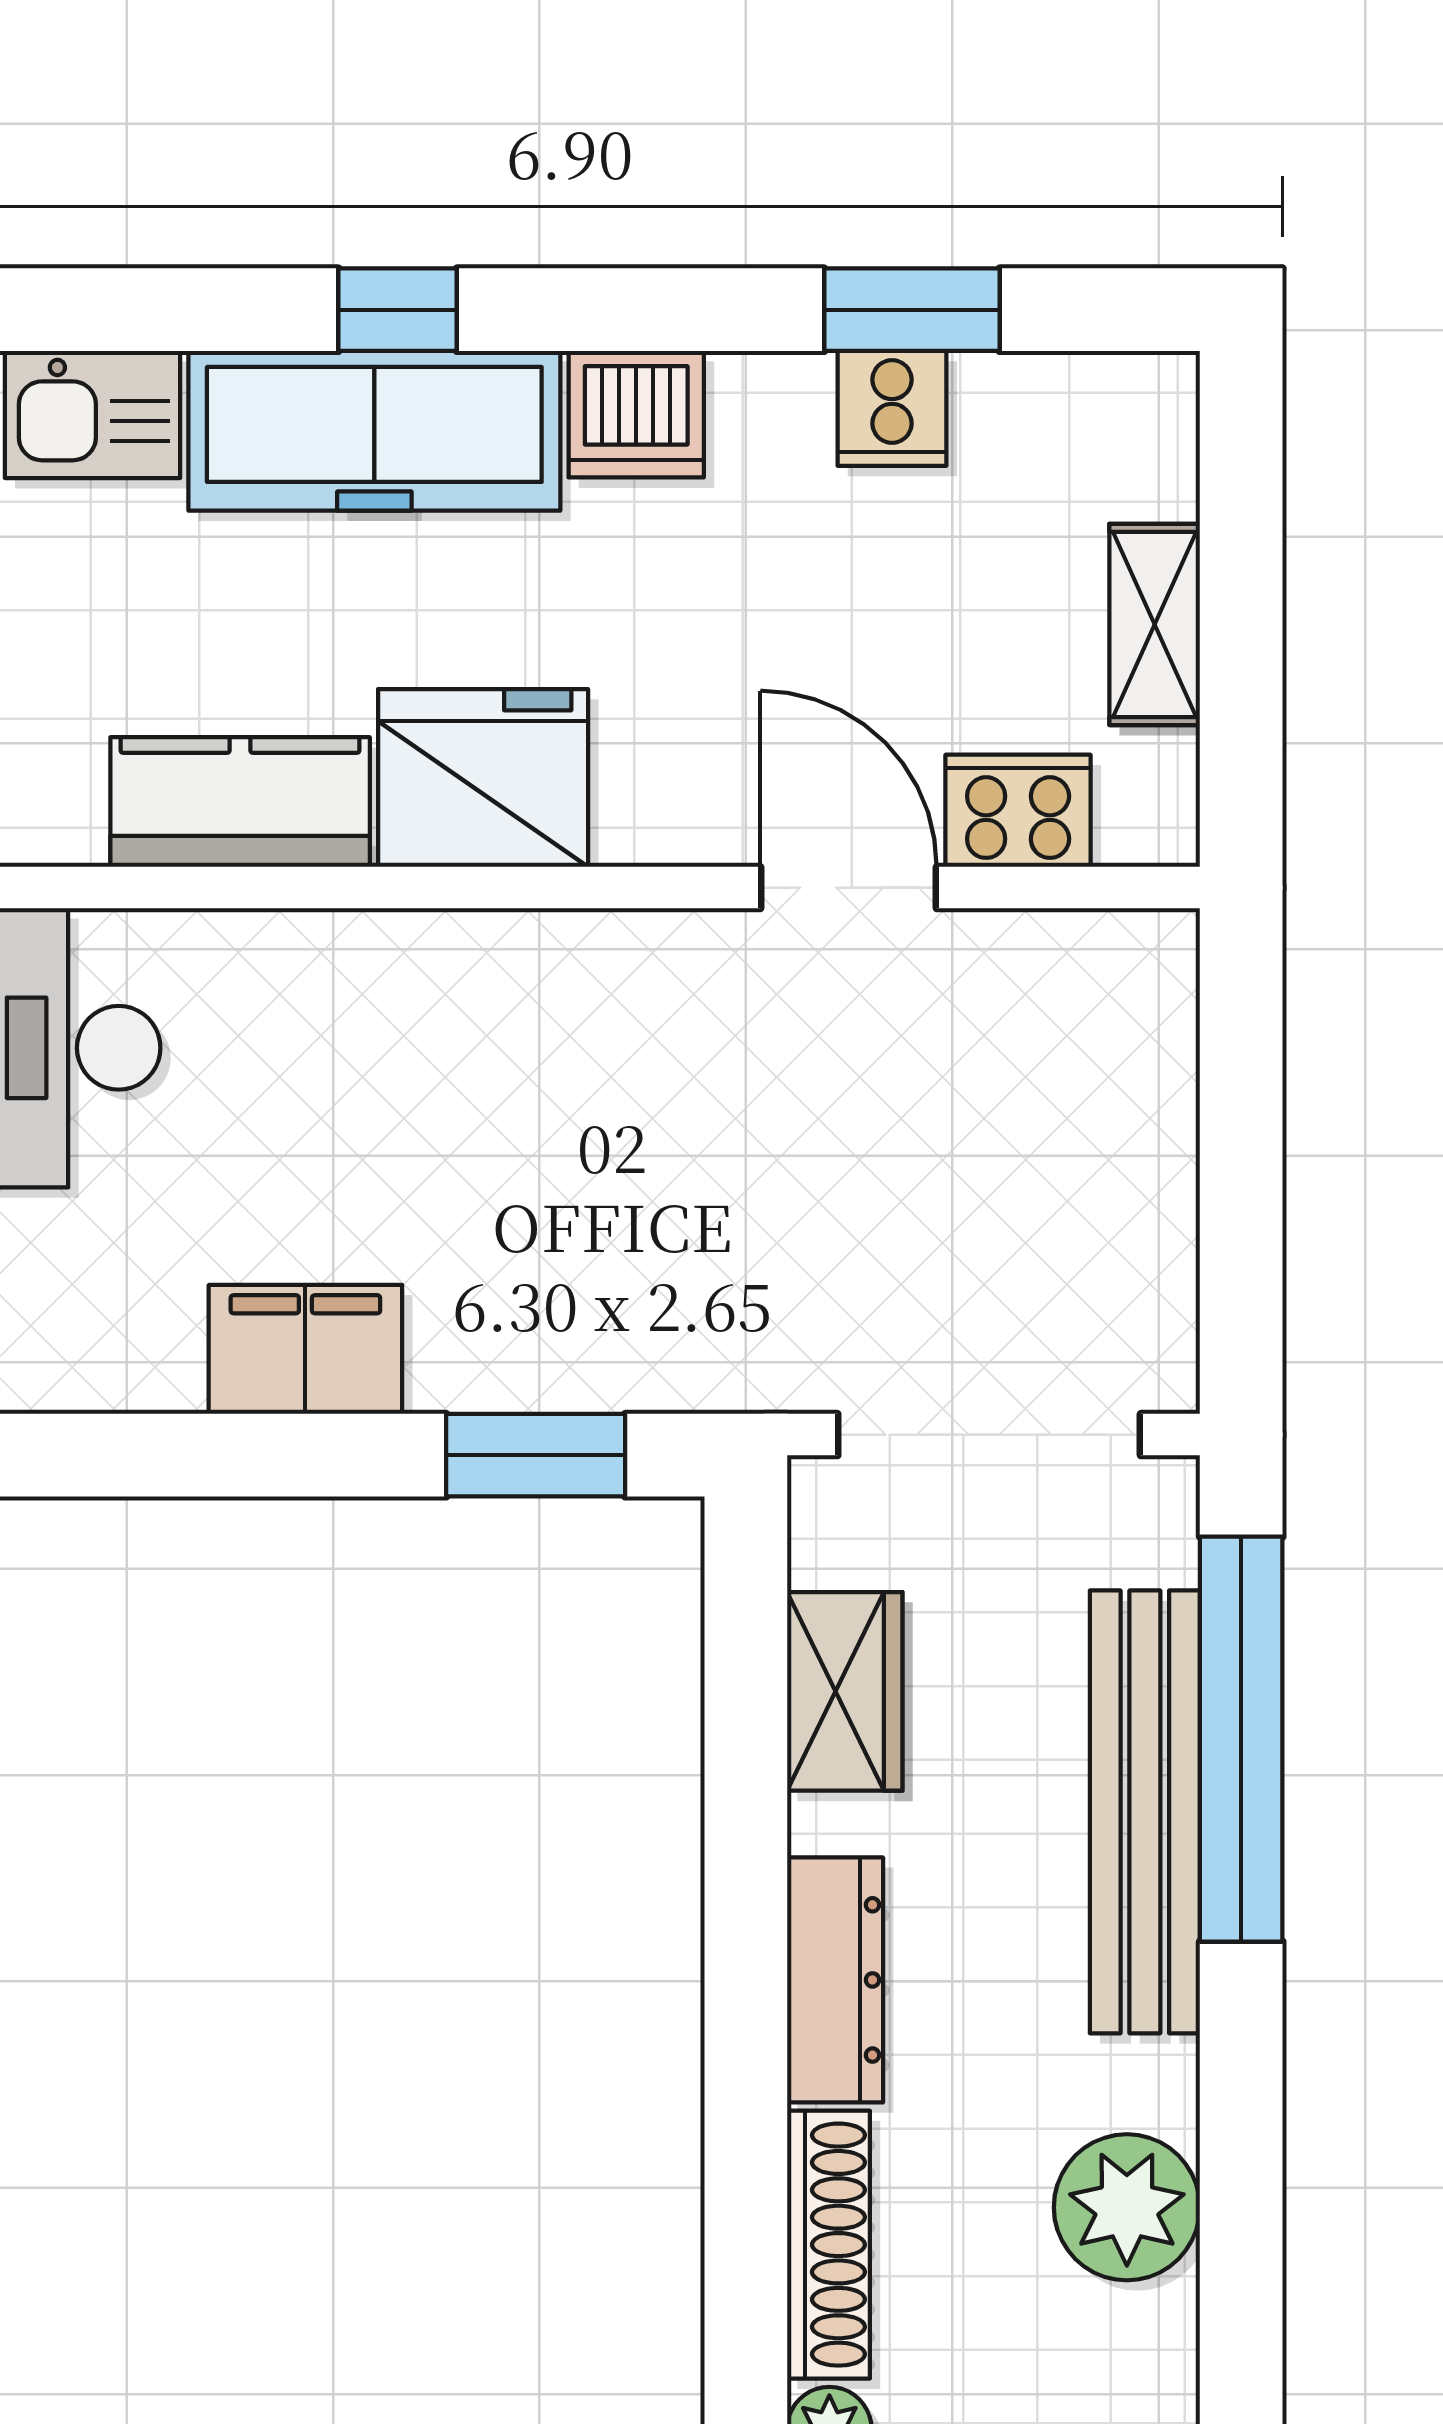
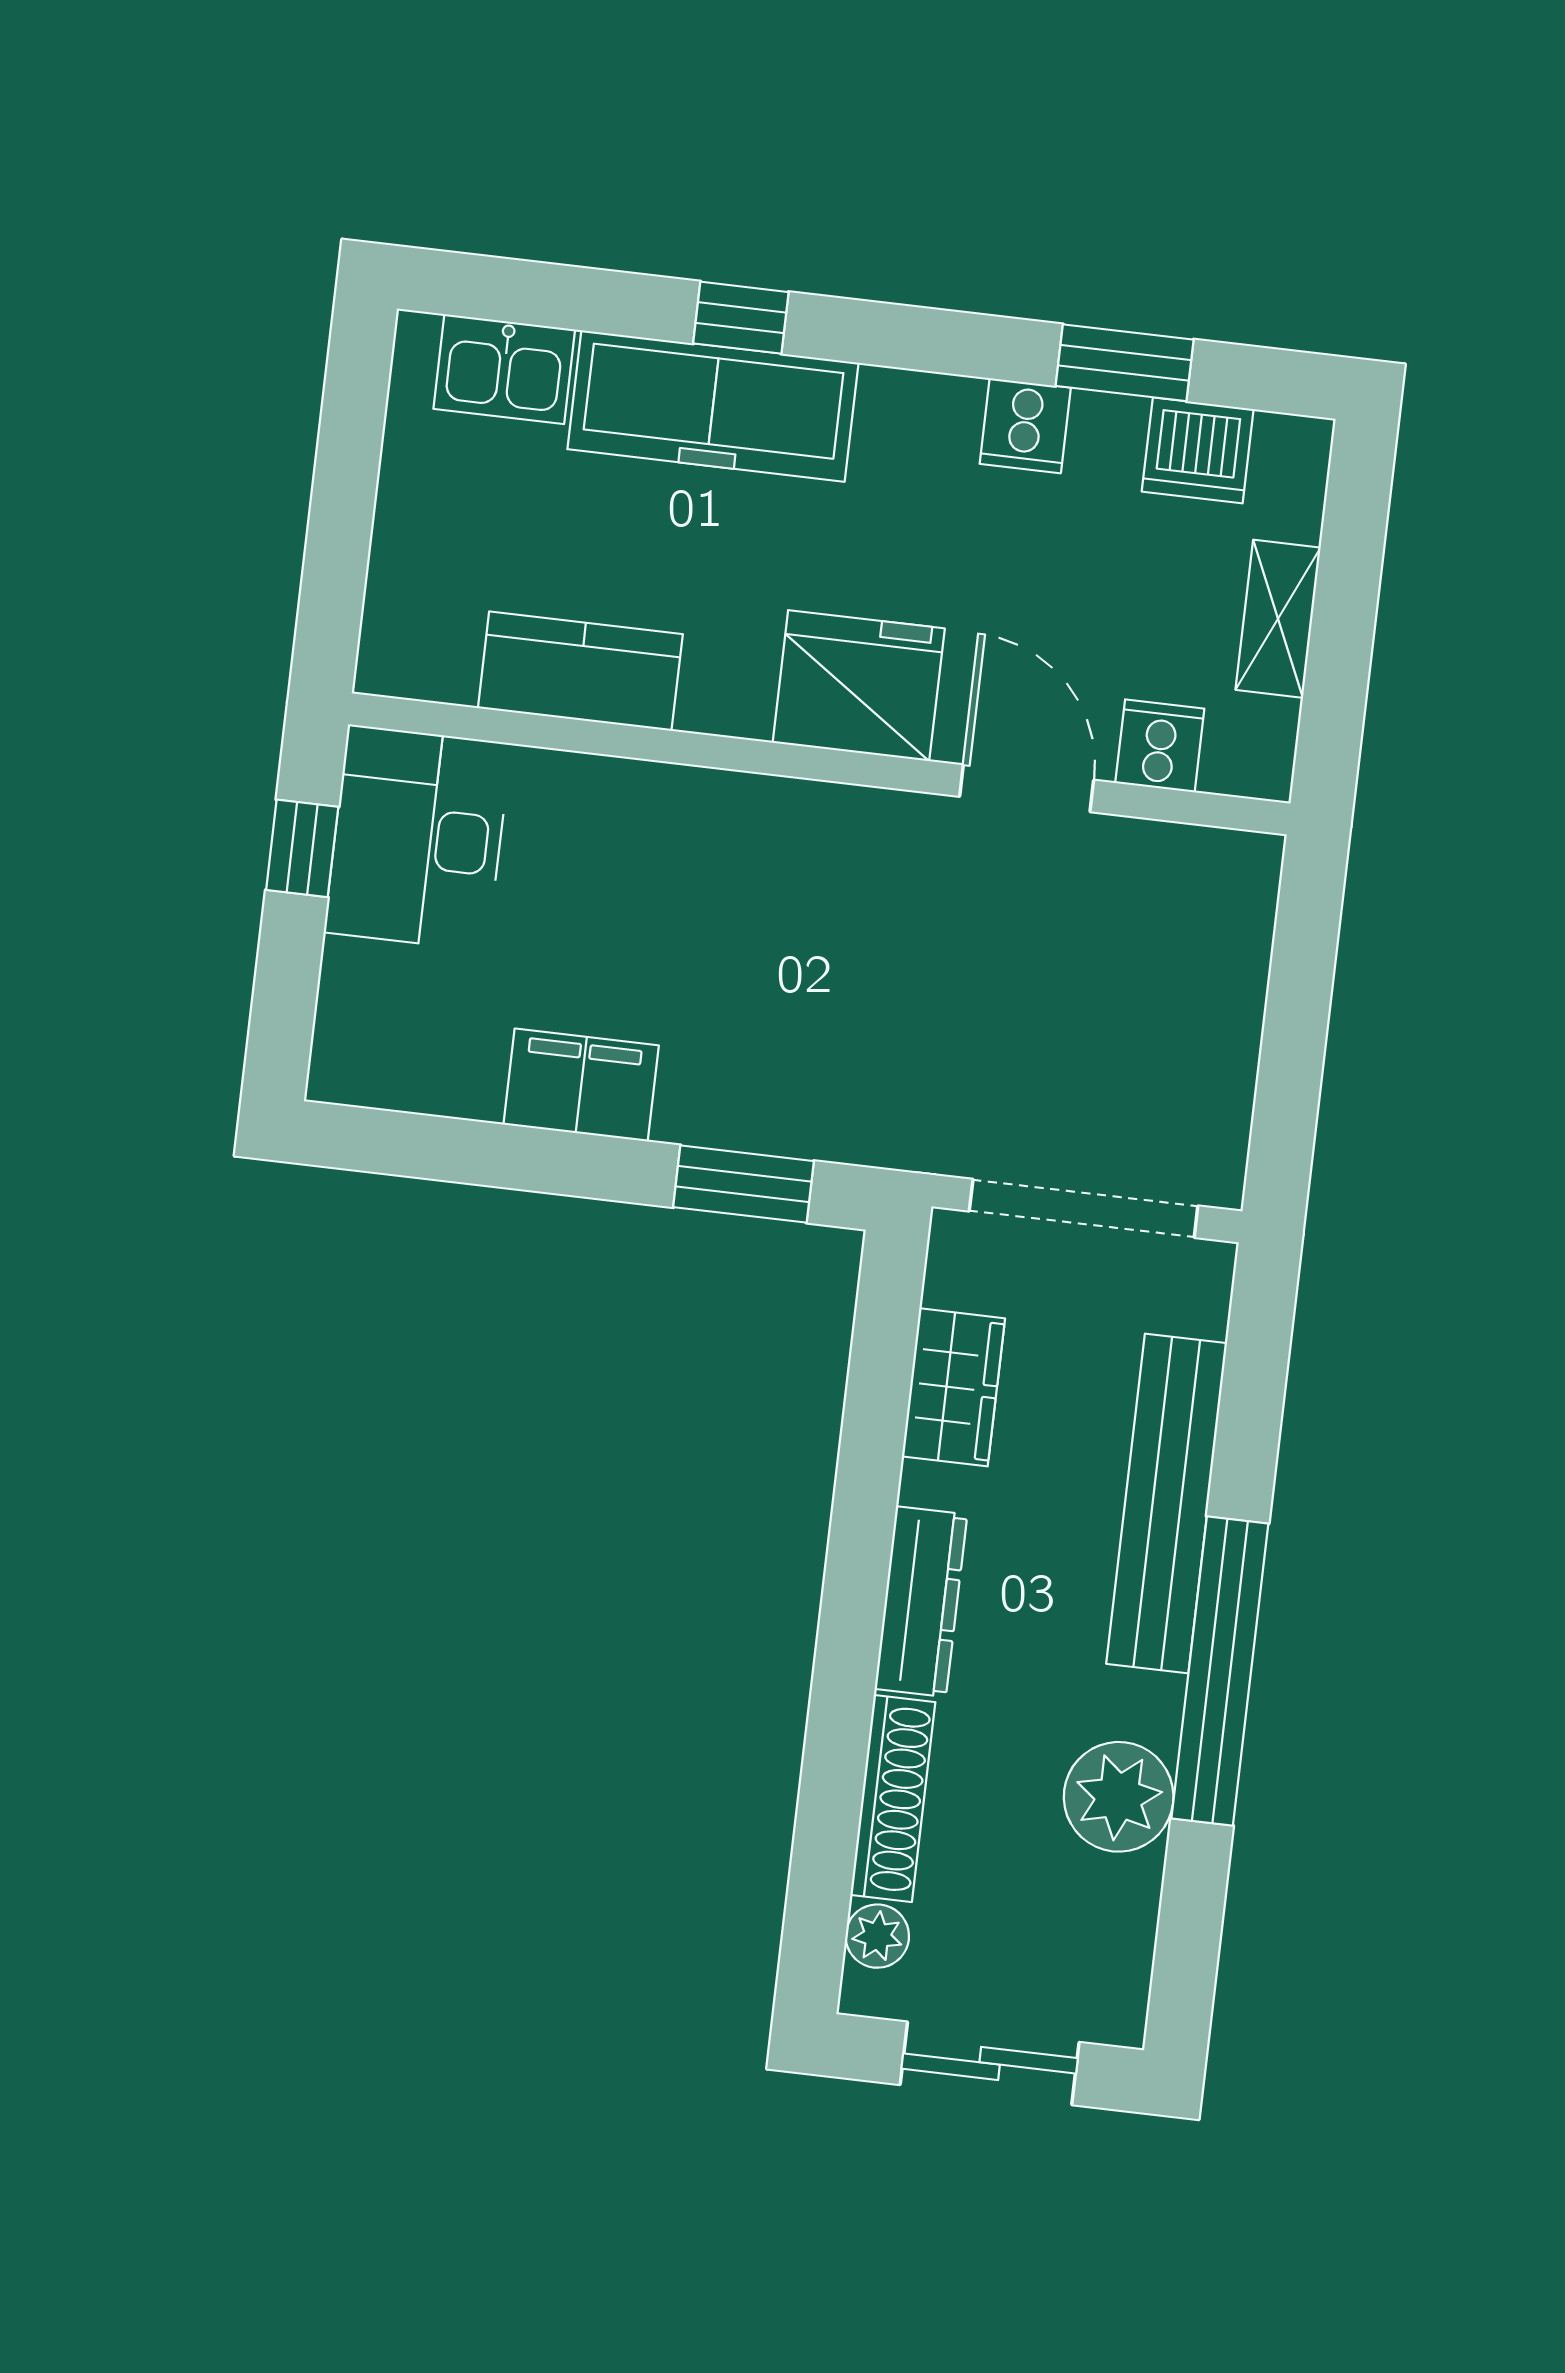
cooker: (892, 408) -> (1025, 426), moved
dishwasher: (636, 414) -> (1198, 450), moved
fridge: (483, 778) -> (859, 686), moved
cooker: (1018, 811) -> (1160, 746), width x0.73
window: (1241, 1739) -> (1220, 1671), moved

